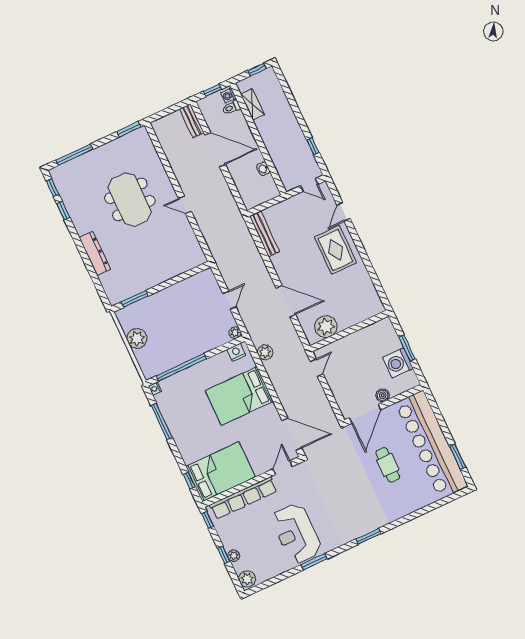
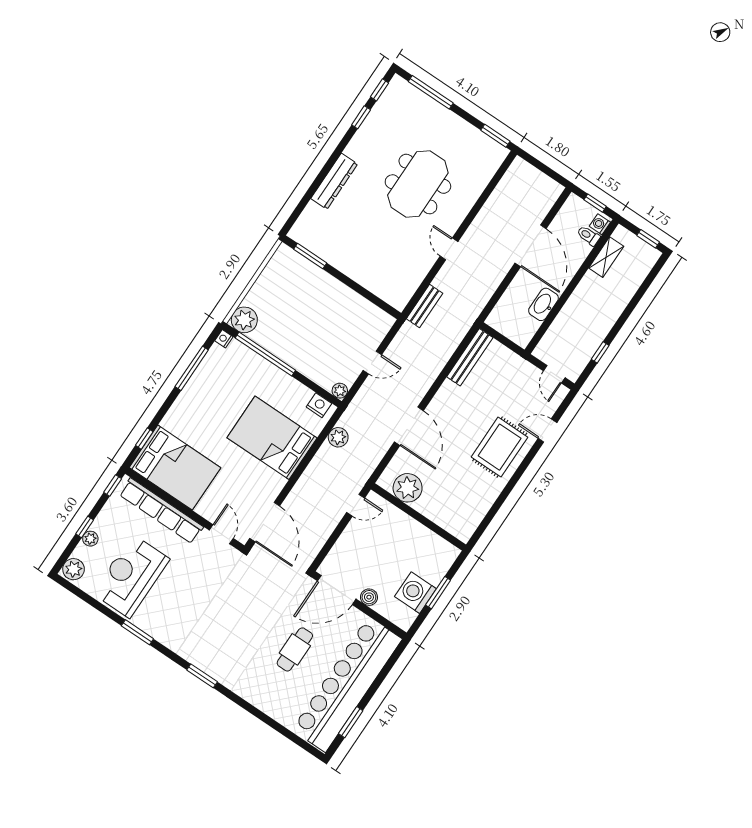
bench: (192, 121) -> (425, 306), moved
washbasin: (263, 169) -> (543, 304), width x1.91, depth x1.45
plant: (137, 338) -> (244, 320), moved
door: (283, 468) -> (221, 534), hinge flipped
reception desk: (296, 534) -> (131, 576), moved

